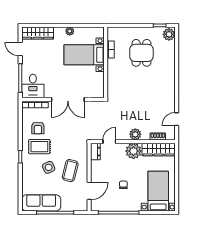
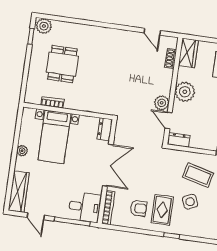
door: (20, 49) -> (36, 216), hinge flipped
dining table: (141, 53) -> (62, 64), turned 90
dresser: (95, 93) -> (105, 129), added
plant: (135, 134) -> (162, 103), moved
wardrobe: (159, 150) -> (188, 53), width x0.67

